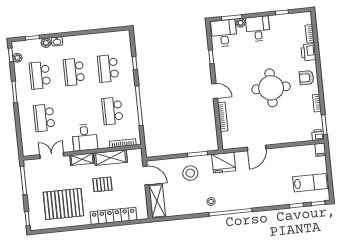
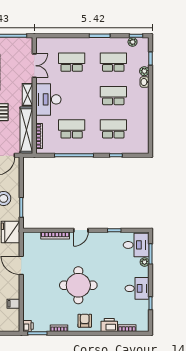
desk: (258, 29) -> (137, 288), moved
desk: (85, 138) -> (48, 99), width x1.37
filing cabinet: (320, 150) -> (13, 304), moved
shelving: (111, 158) -> (26, 130), width x1.47

